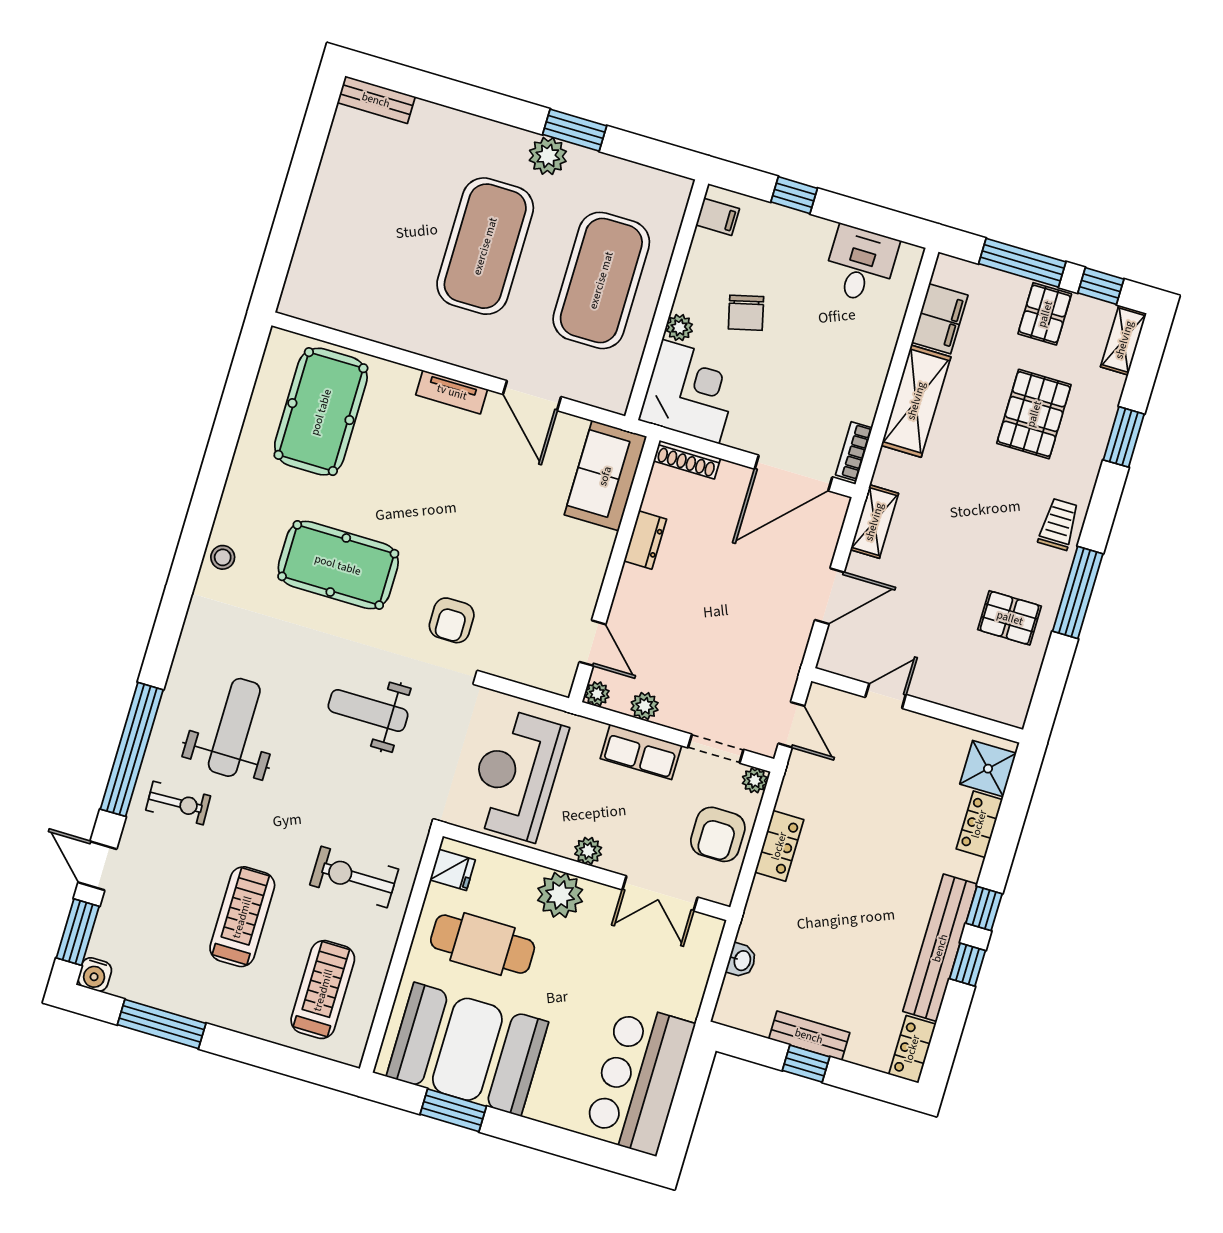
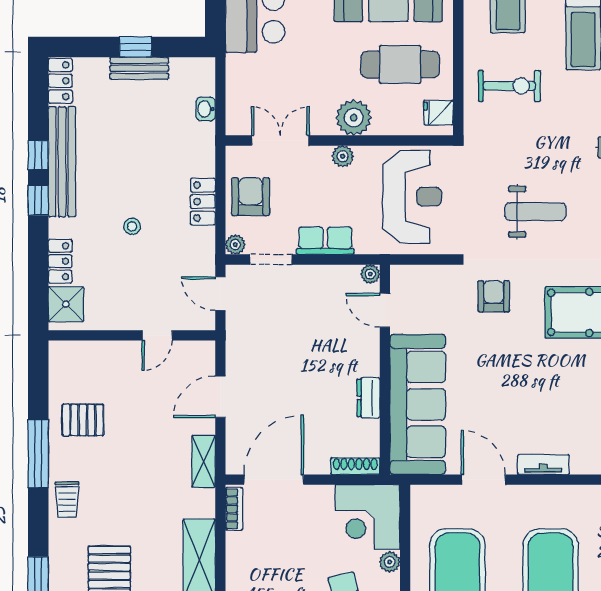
sofa: (605, 476) -> (418, 404), width x1.85, depth x1.27
plant: (645, 706) -> (333, 275), removed
stool: (877, 841) -> (132, 226), added

